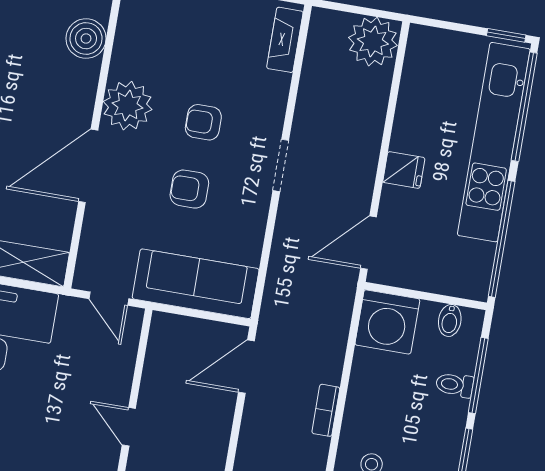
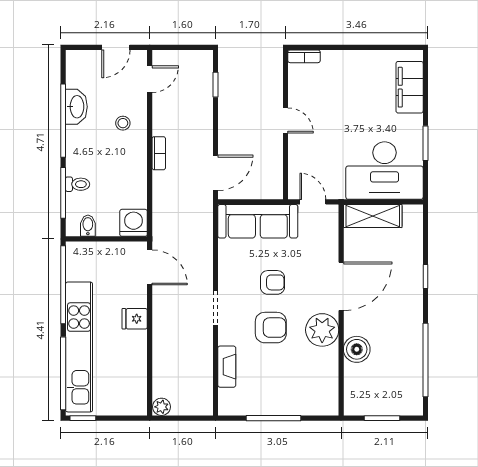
boiler: (86, 39) -> (357, 349), moved
fireplace: (285, 40) -> (227, 367), moved
plant: (373, 42) -> (161, 407), width x0.53, depth x0.53
armchair: (203, 122) -> (271, 328), width x1.38, depth x1.38
door: (368, 243) -> (150, 267), hinge flipped
washing machine: (387, 322) -> (133, 223), width x0.73, depth x0.73

